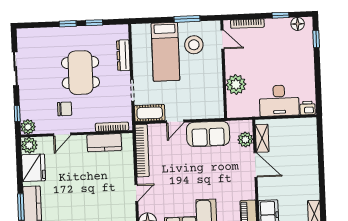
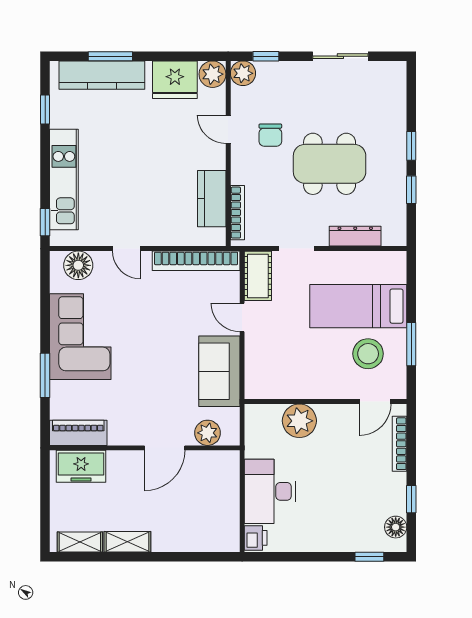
shelving: (262, 138) -> (127, 542), moved

